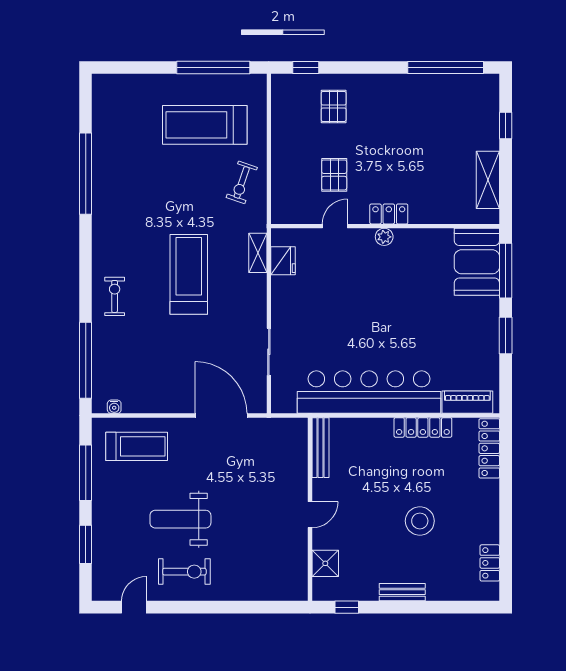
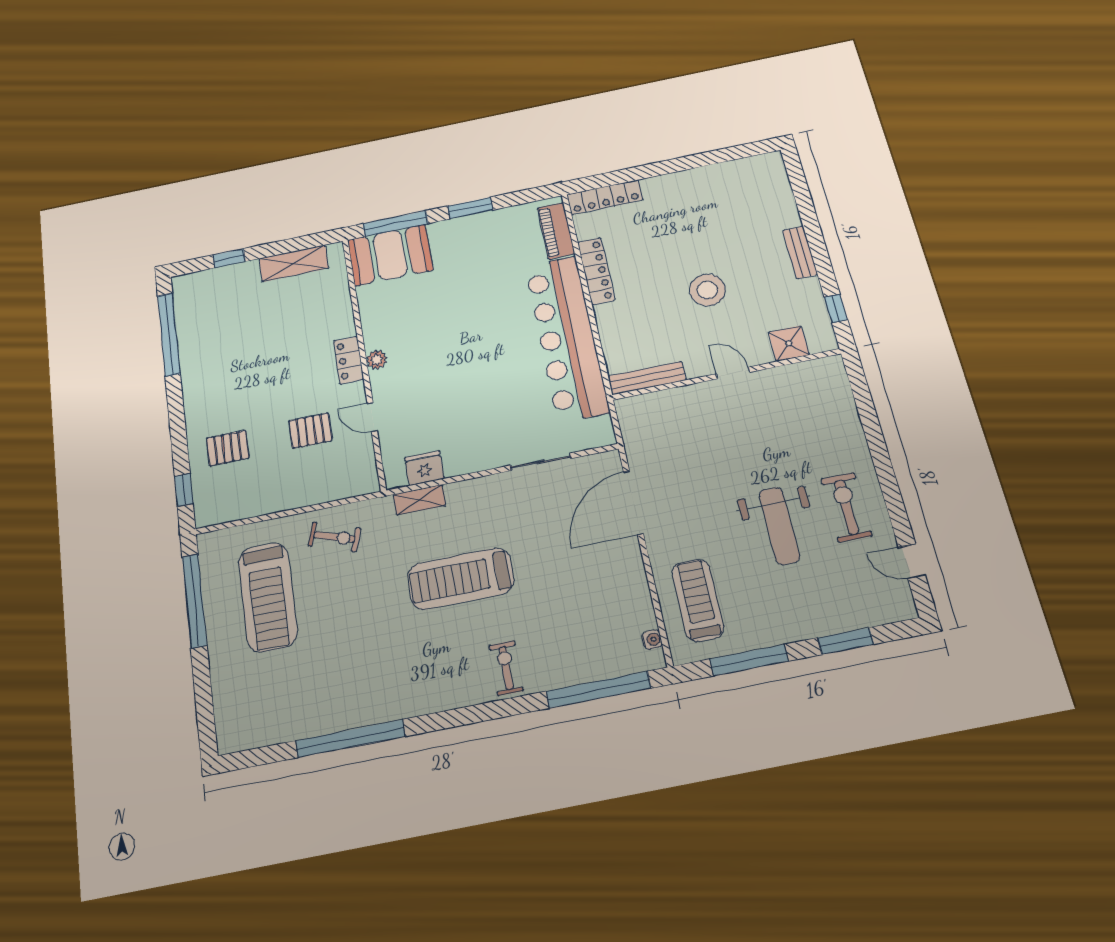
exercise bike: (115, 296) -> (506, 668), turned 90
stool: (420, 521) -> (707, 290), moved
locker: (490, 563) -> (739, 169), removed

